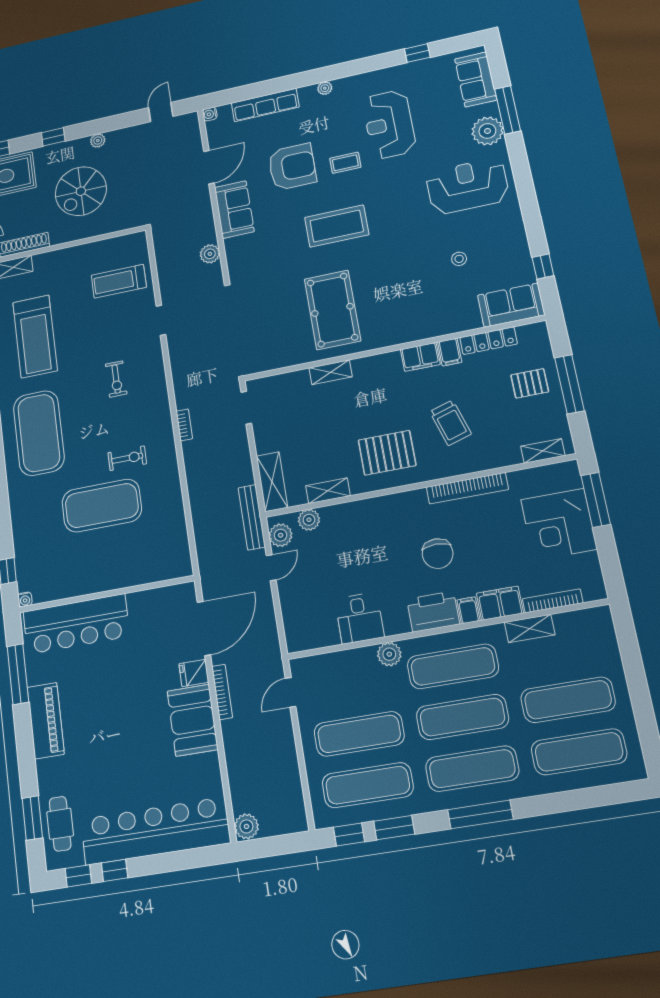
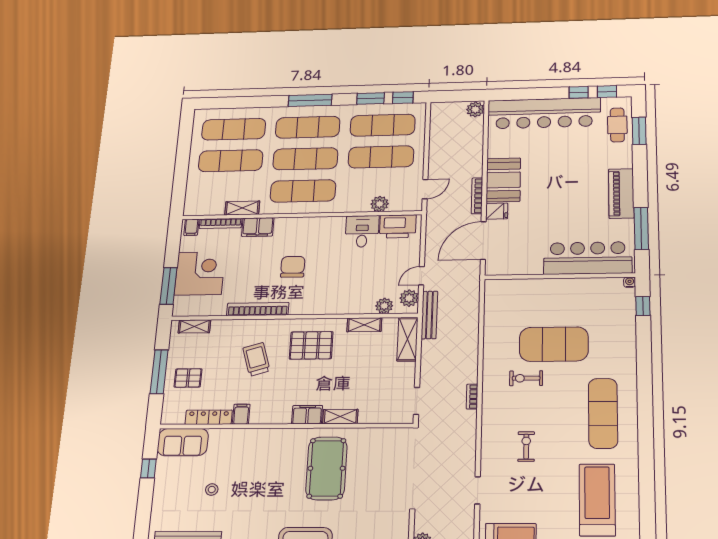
filing cabinet: (420, 357) -> (307, 415), moved
exercise mat: (39, 433) -> (603, 413), width x0.68
filing cabinet: (468, 610) -> (191, 227), moved
printer: (433, 612) -> (398, 226), moved
plant: (389, 654) -> (380, 204), moved

